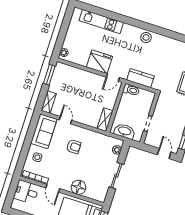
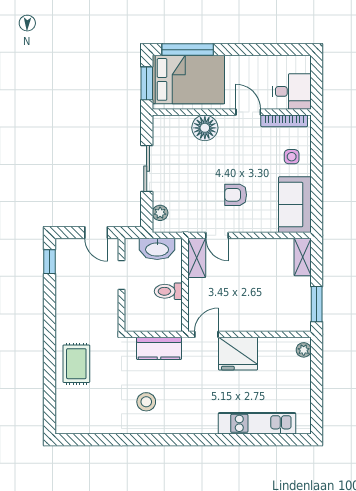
stool: (146, 37) -> (146, 402), moved
toilet: (131, 90) -> (168, 291), moved
door: (65, 120) -> (217, 235), moved
door: (164, 153) -> (96, 233), moved

